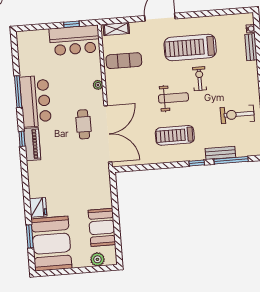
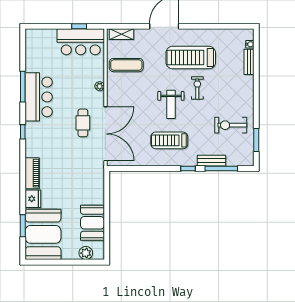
weight bench: (173, 98) -> (171, 104), turned 90
piano: (32, 144) -> (32, 173), moved

